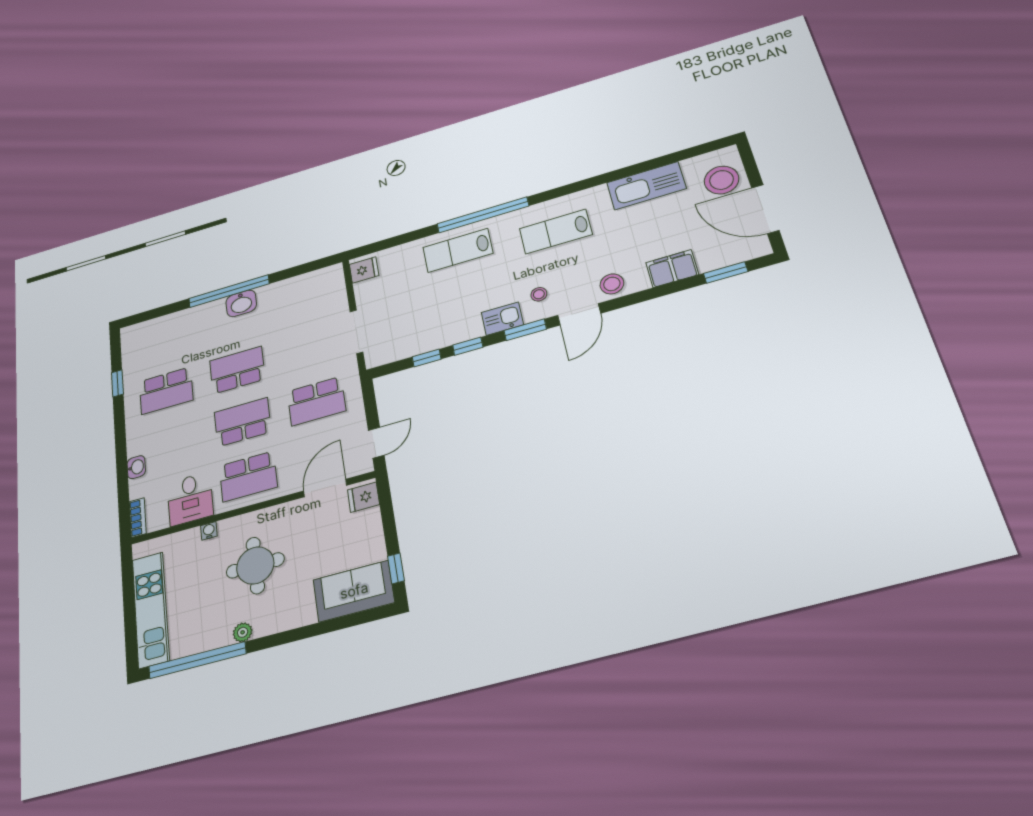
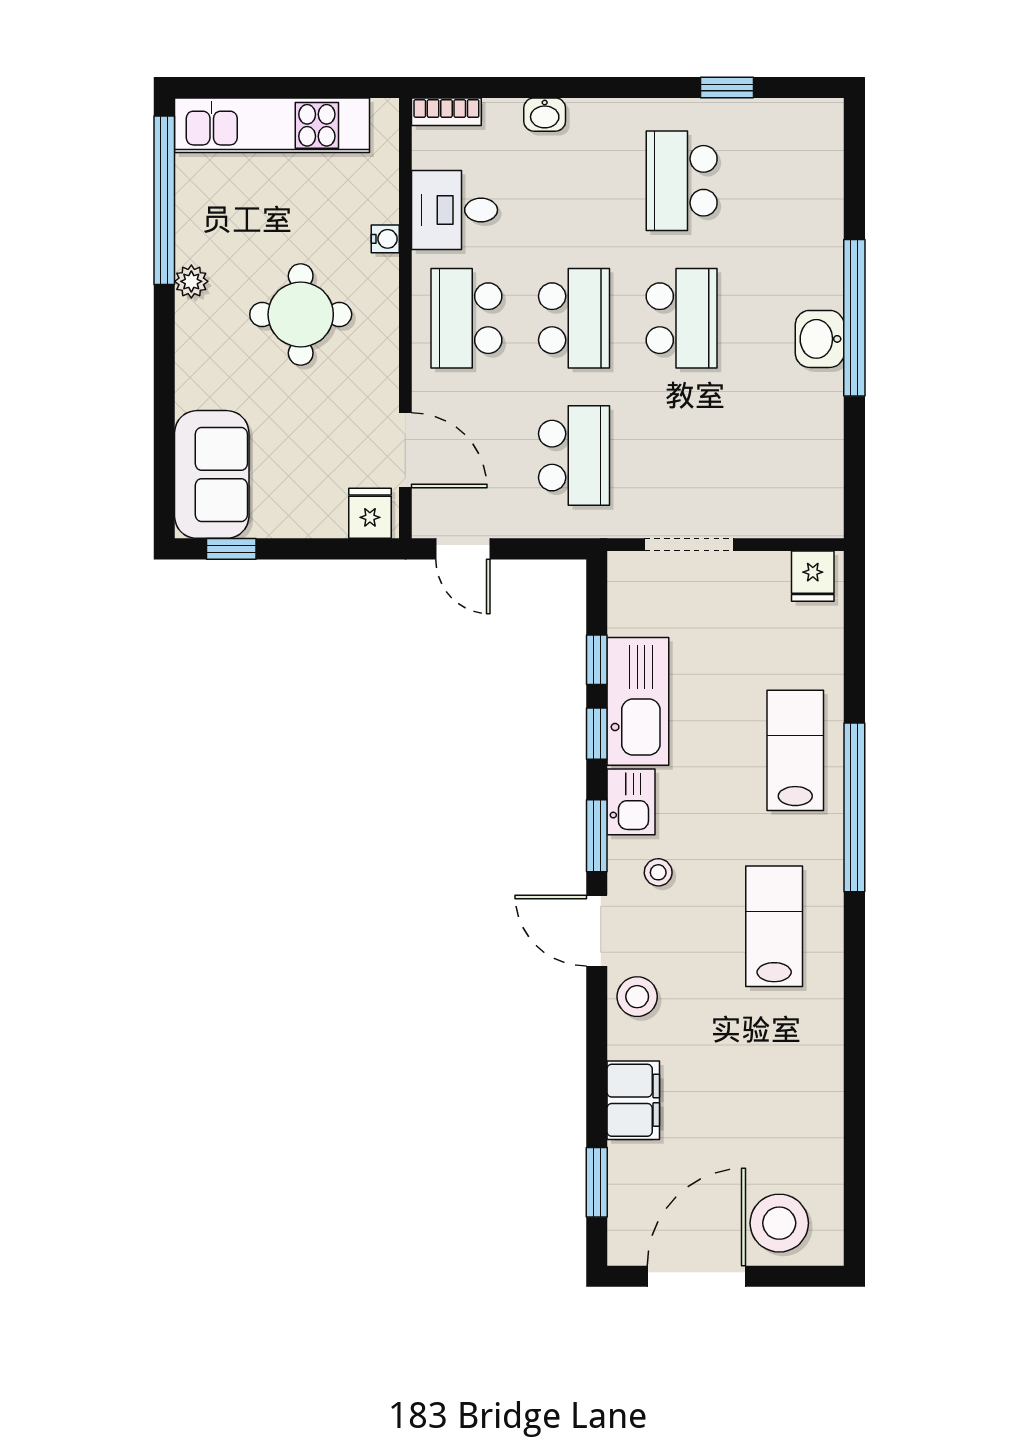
kitchen sink: (646, 186) -> (638, 701), moved, turned 180
school desk: (317, 401) -> (574, 456), turned 180

